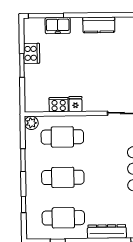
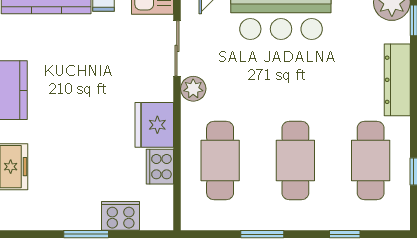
cooker: (32, 53) -> (121, 216), moved
fridge: (75, 104) -> (154, 125), width x1.88, depth x1.34
plant: (31, 123) -> (193, 89), moved

